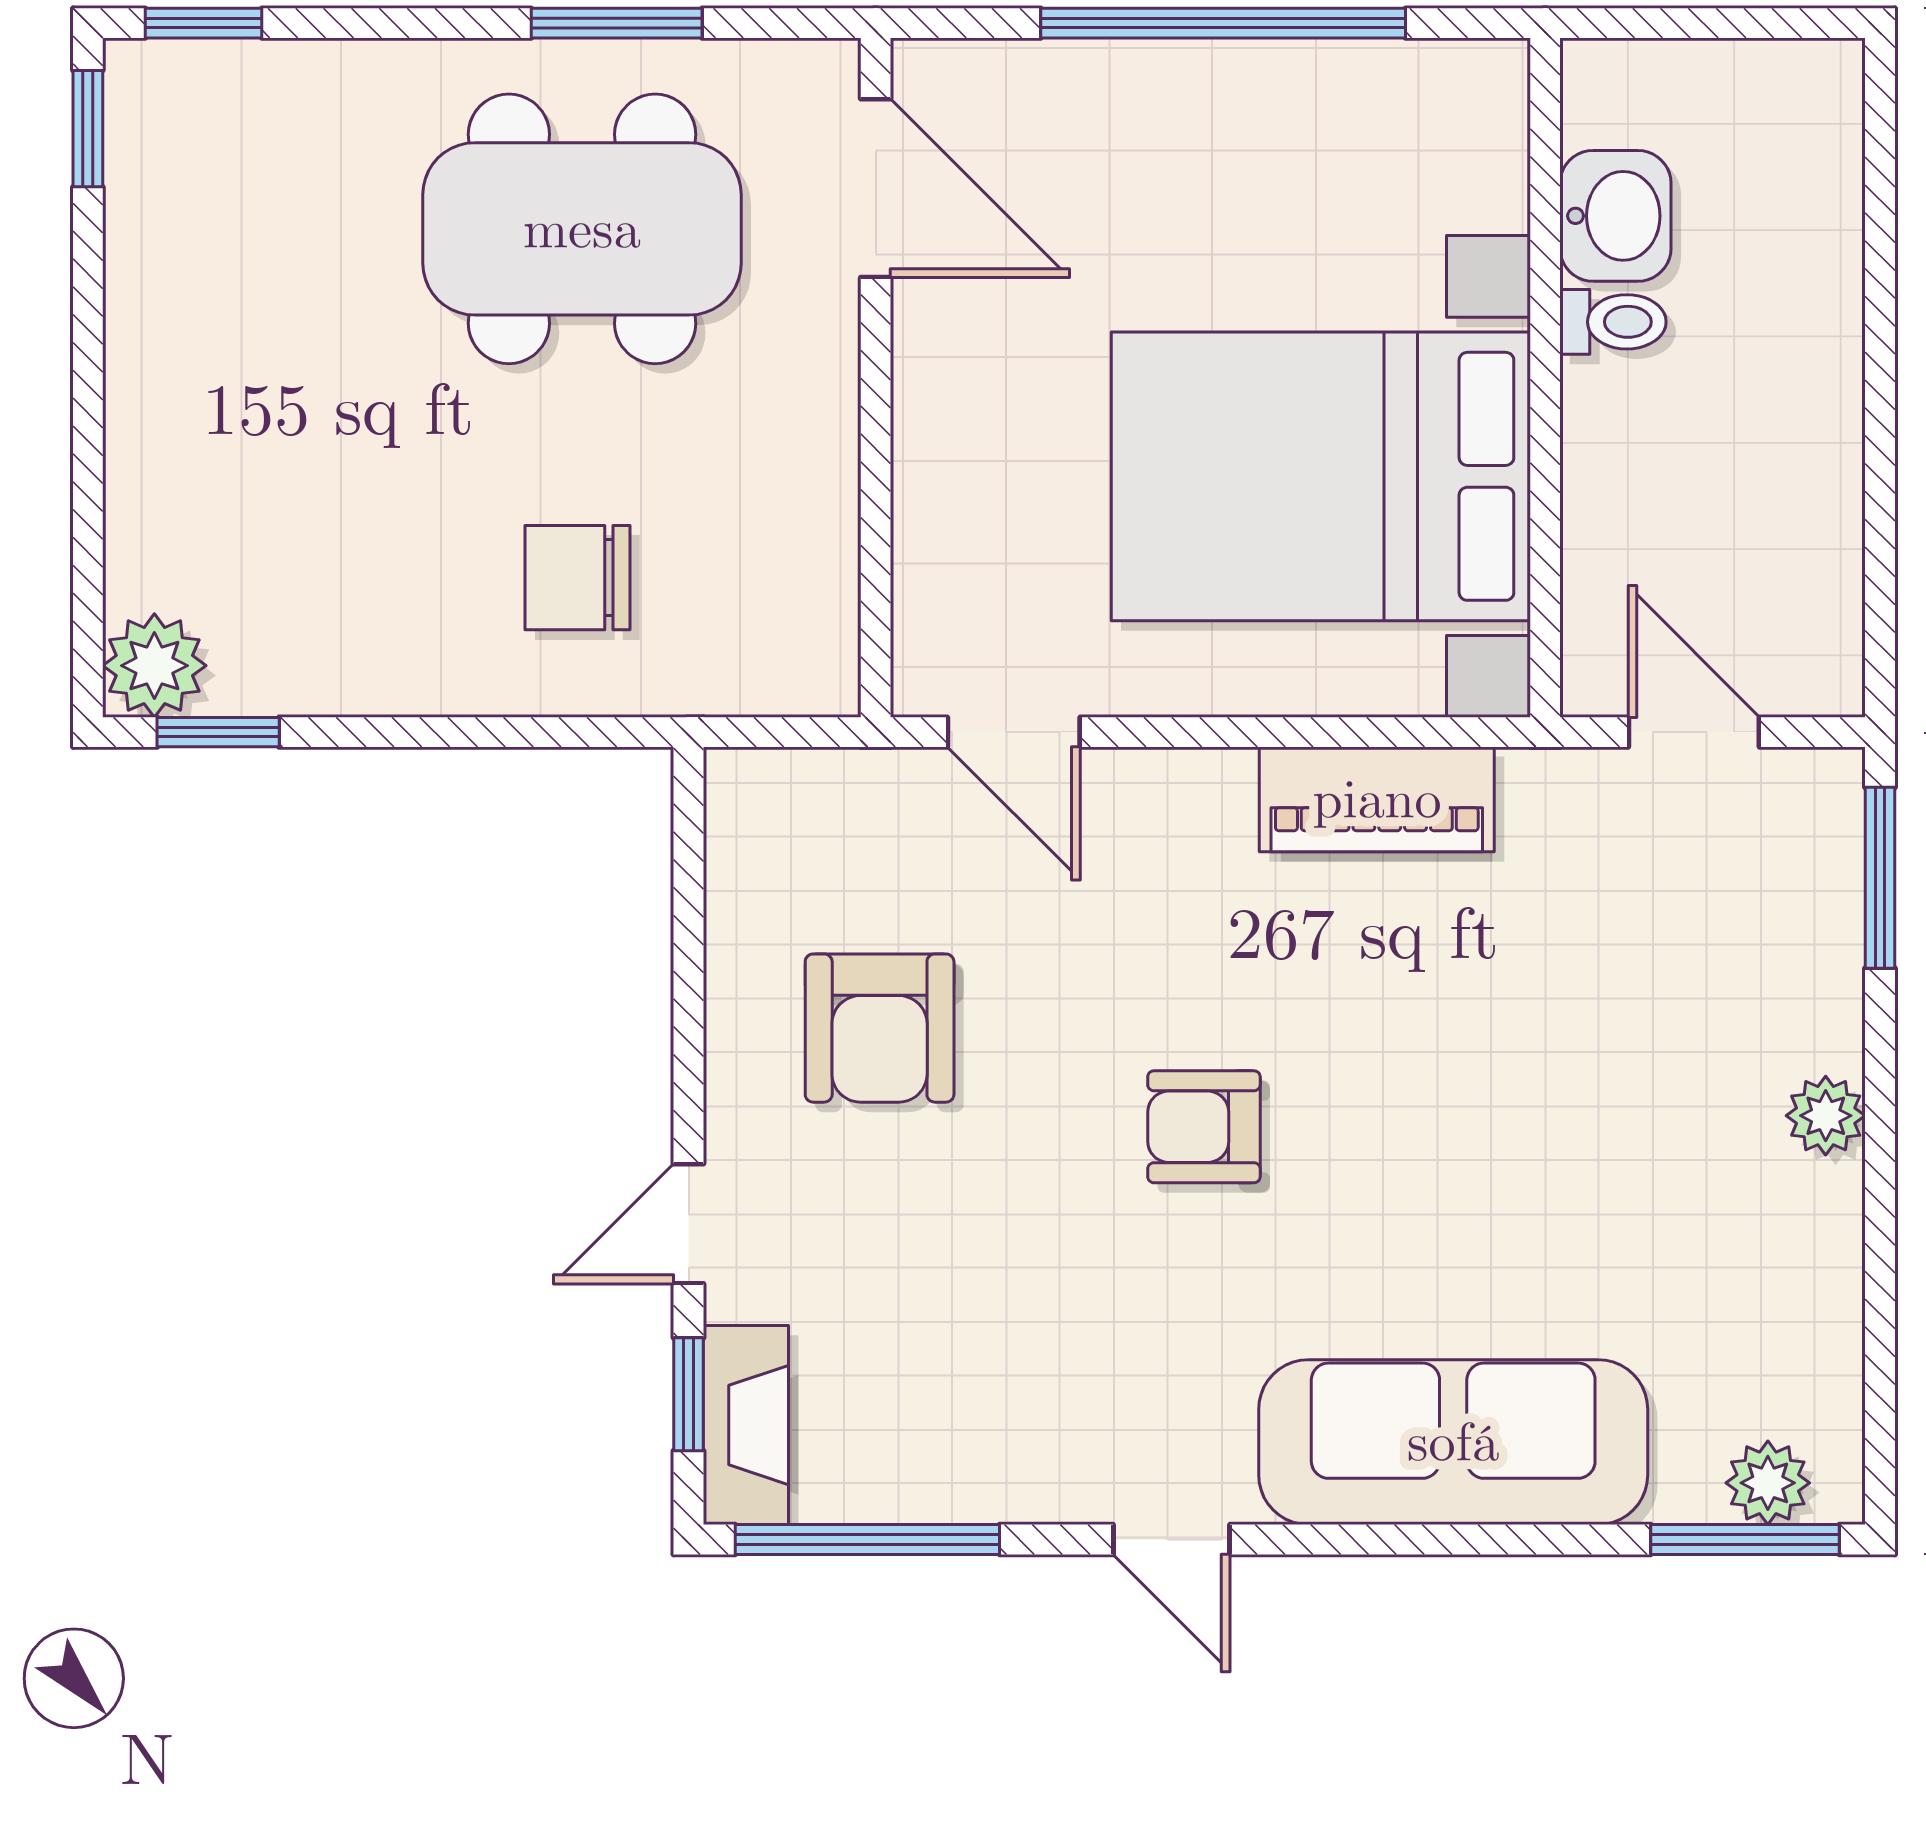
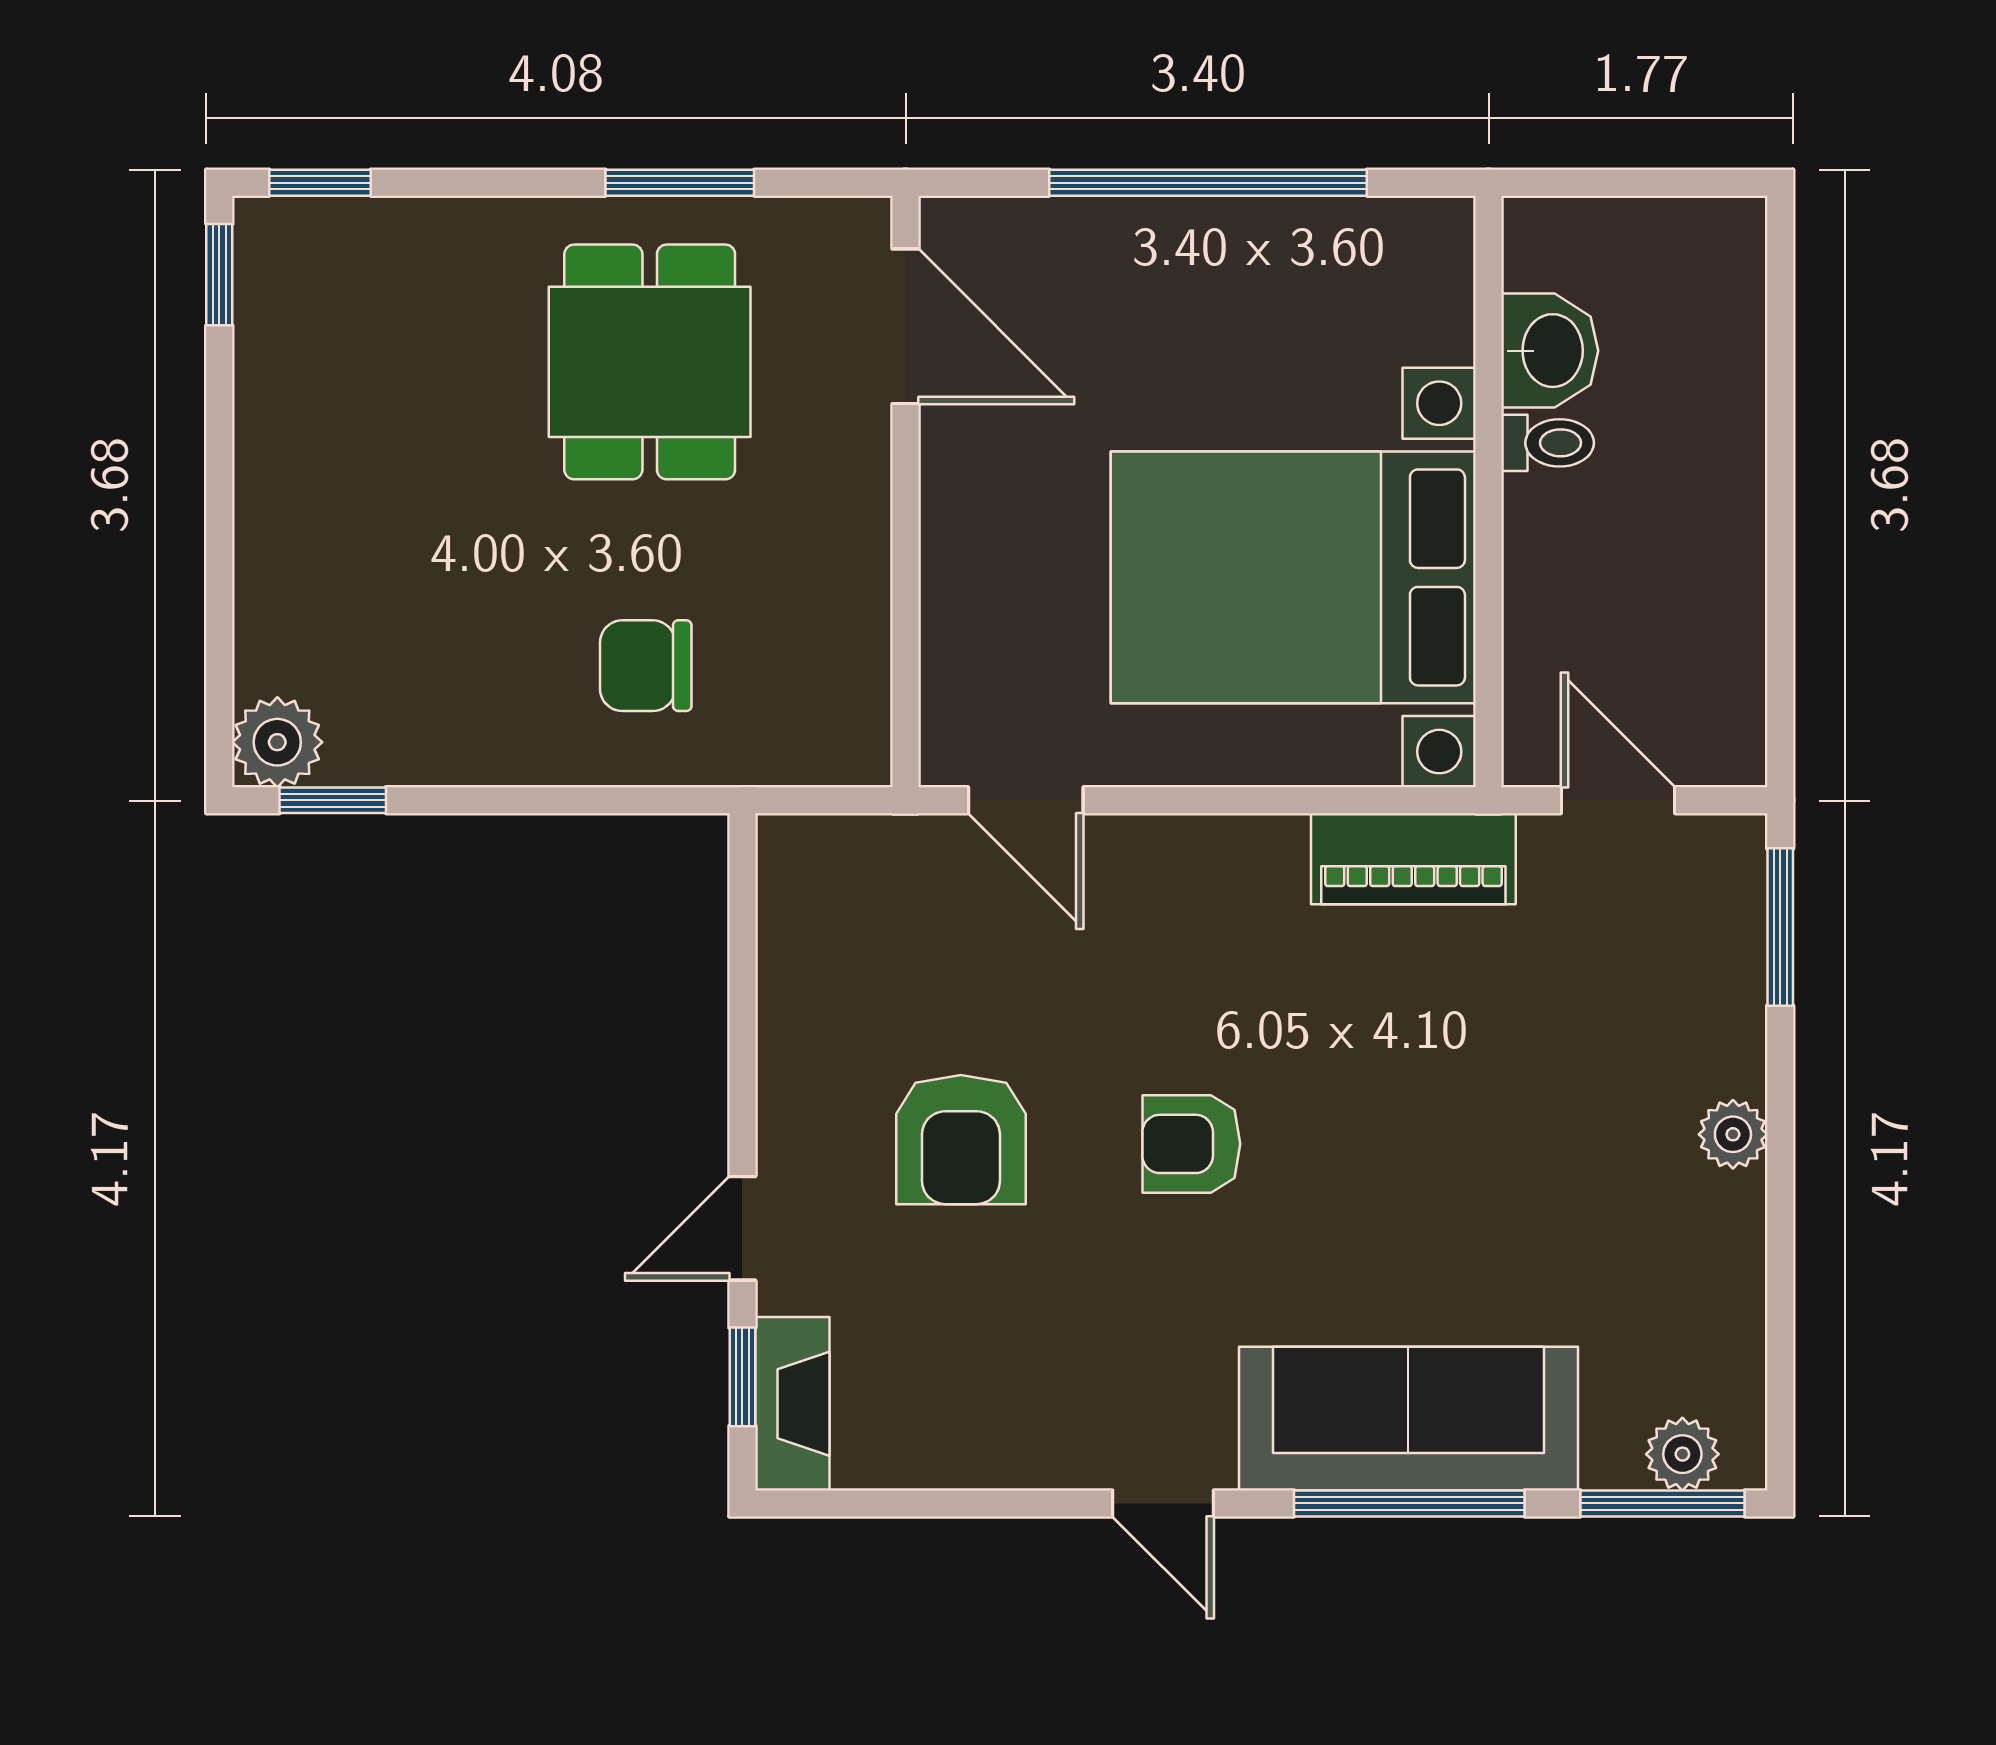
dining table: (582, 229) -> (650, 362), width x0.73
piano: (1377, 799) -> (1413, 859), moved
armchair: (880, 1028) -> (961, 1140), moved
window: (867, 1540) -> (1409, 1503), moved

